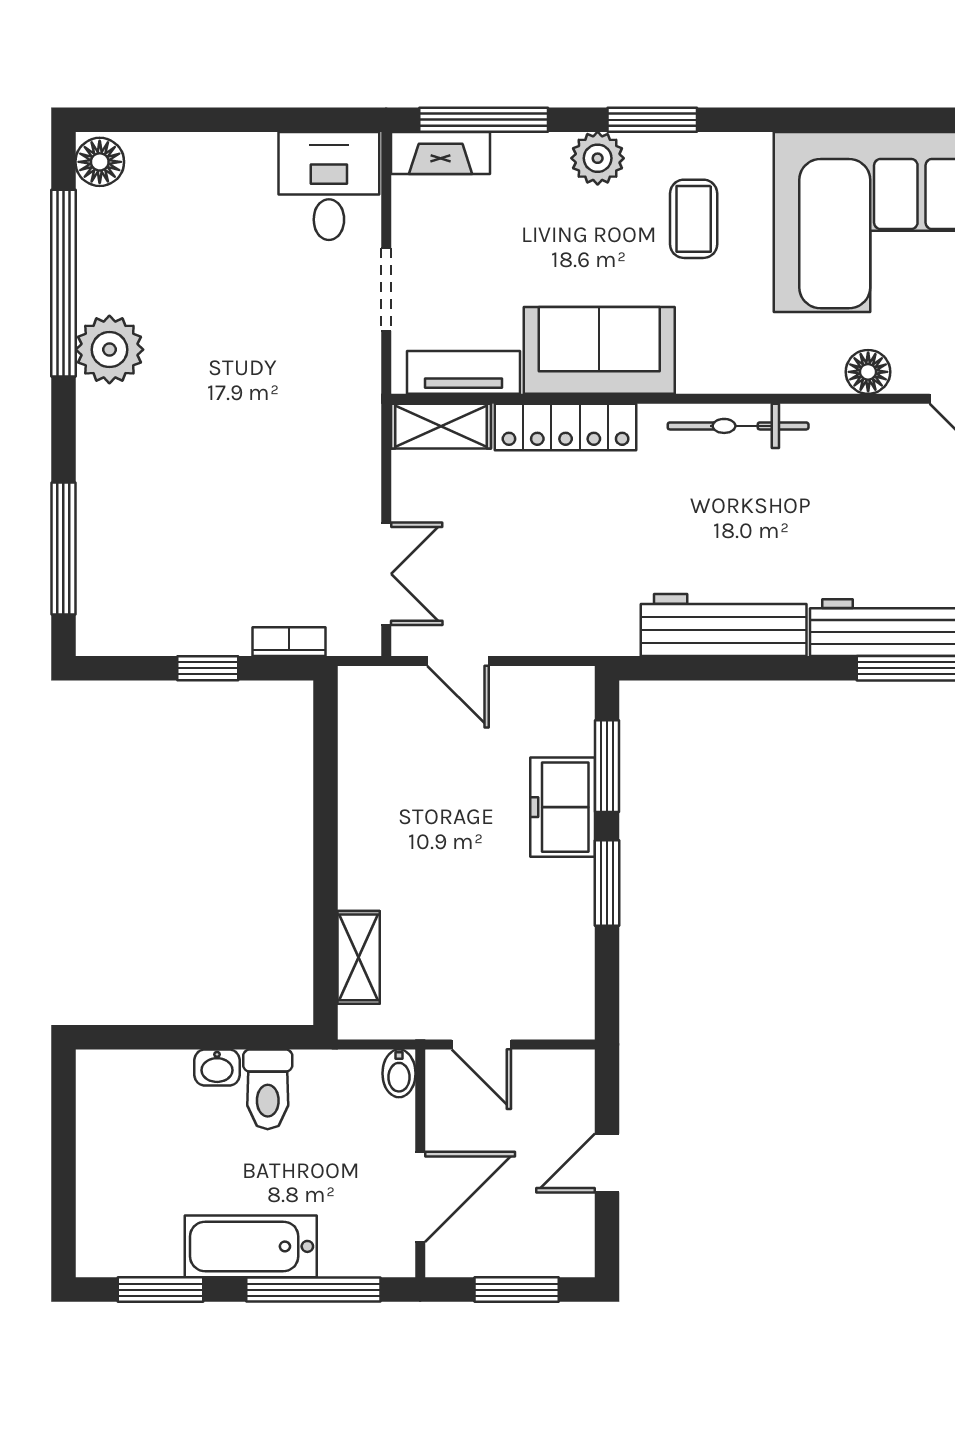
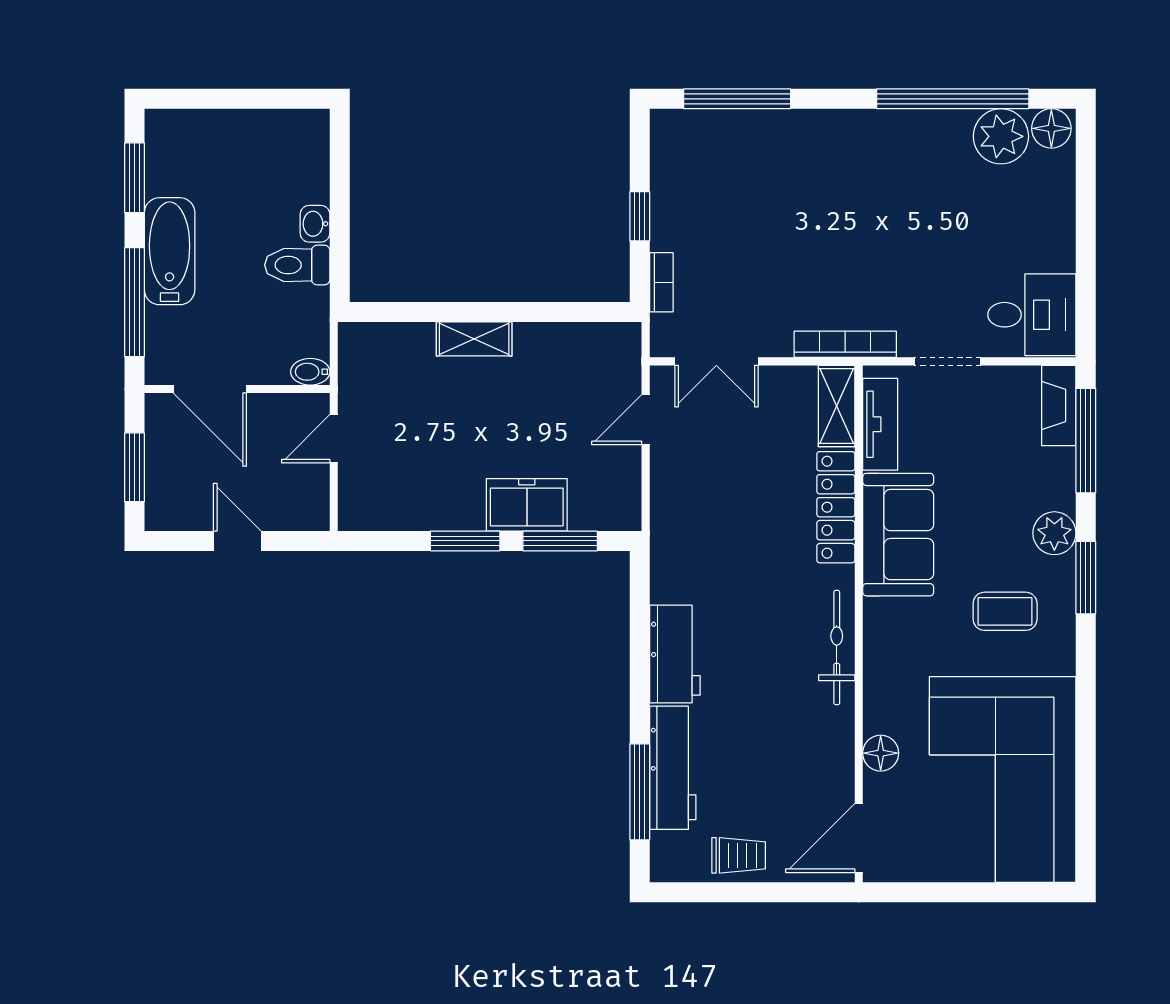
plant: (109, 350) -> (1001, 136), moved
bookcase: (365, 416) -> (845, 344), added
workbench: (724, 625) -> (675, 654), width x0.73
shelving: (359, 957) -> (474, 339), moved

